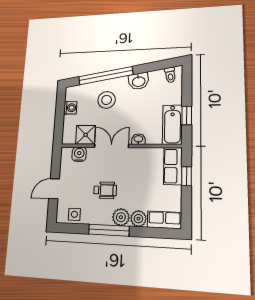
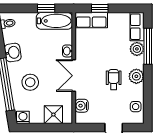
washing machine: (70, 108) -> (23, 117), moved
shower: (86, 135) -> (53, 115), moved
plant: (121, 217) -> (136, 76), moved
window: (109, 230) -> (148, 46), moved

